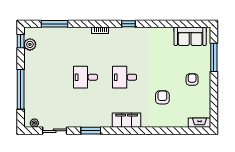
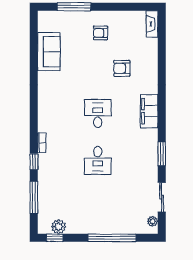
window: (128, 24) -> (34, 162), moved
sofa: (190, 36) -> (49, 52), moved
desk: (125, 77) -> (98, 114), turned 180

